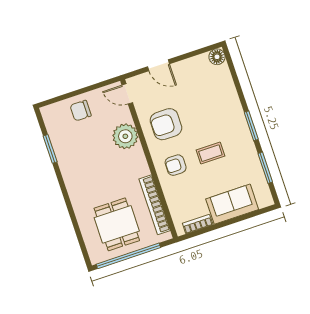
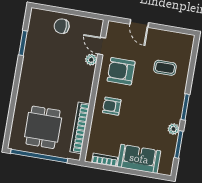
floor lamp: (217, 57) -> (187, 41), removed
door: (127, 94) -> (102, 46), moved
plant: (125, 136) -> (91, 60), width x0.53, depth x0.53
coffee table: (210, 153) -> (165, 68), moved
plant: (251, 155) -> (173, 129), added

